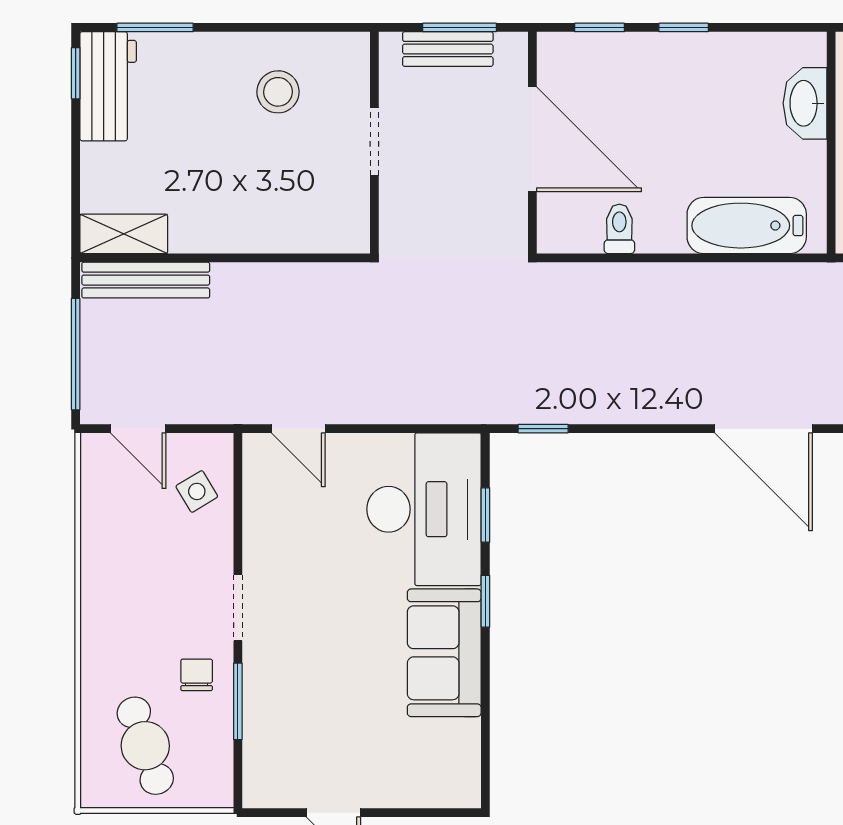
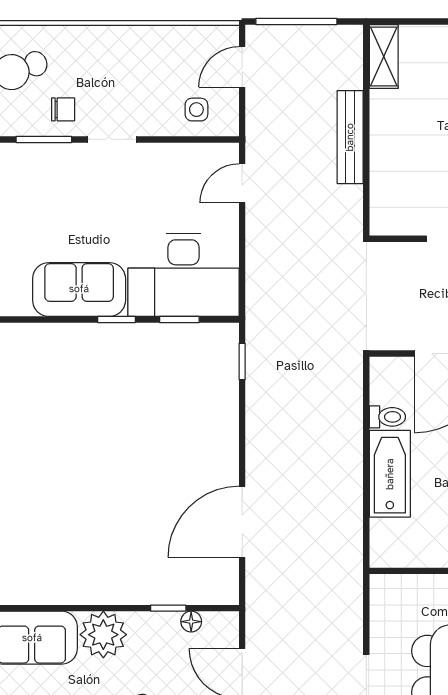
bathtub: (747, 226) -> (390, 474), moved
bench: (146, 280) -> (350, 137), moved
side table: (197, 491) -> (196, 110), turned 31

